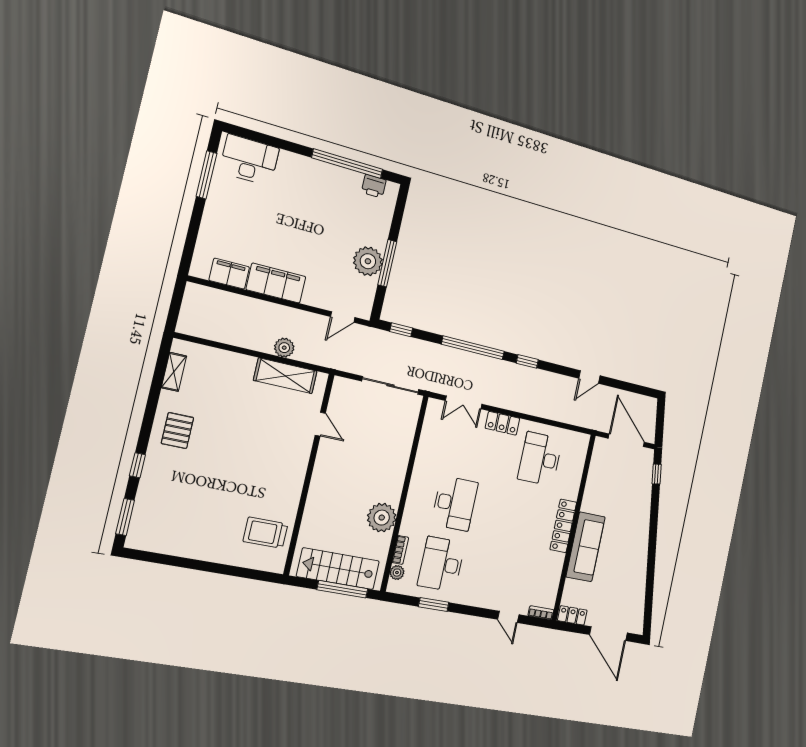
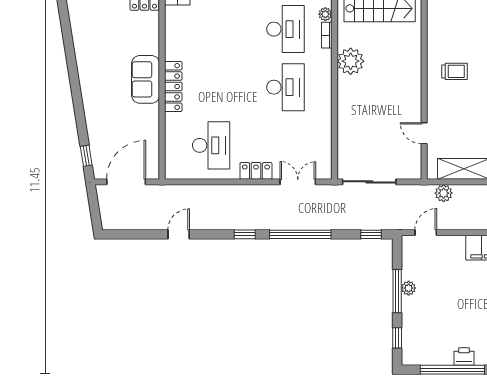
printer: (374, 186) -> (464, 357), moved
window: (398, 214) -> (397, 338), added
plant: (368, 261) -> (409, 288), width x0.53, depth x0.53
plant: (284, 348) -> (444, 193), moved
door: (626, 440) -> (126, 182), swing flipped
desk: (455, 503) -> (285, 87), turned 180
trolley: (265, 533) -> (454, 71), moved, width x0.73, depth x0.72
sofa: (586, 547) -> (146, 79), width x0.73

